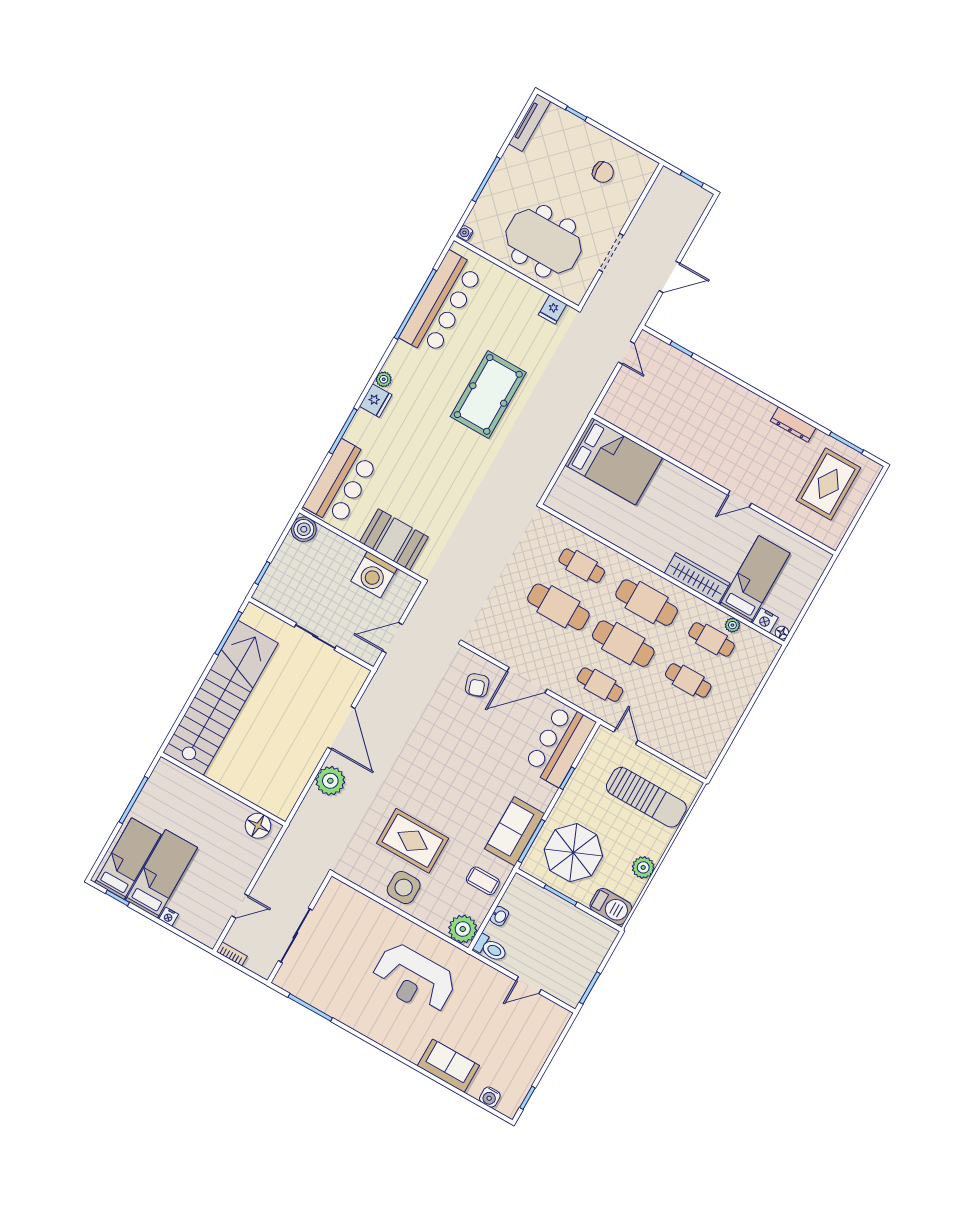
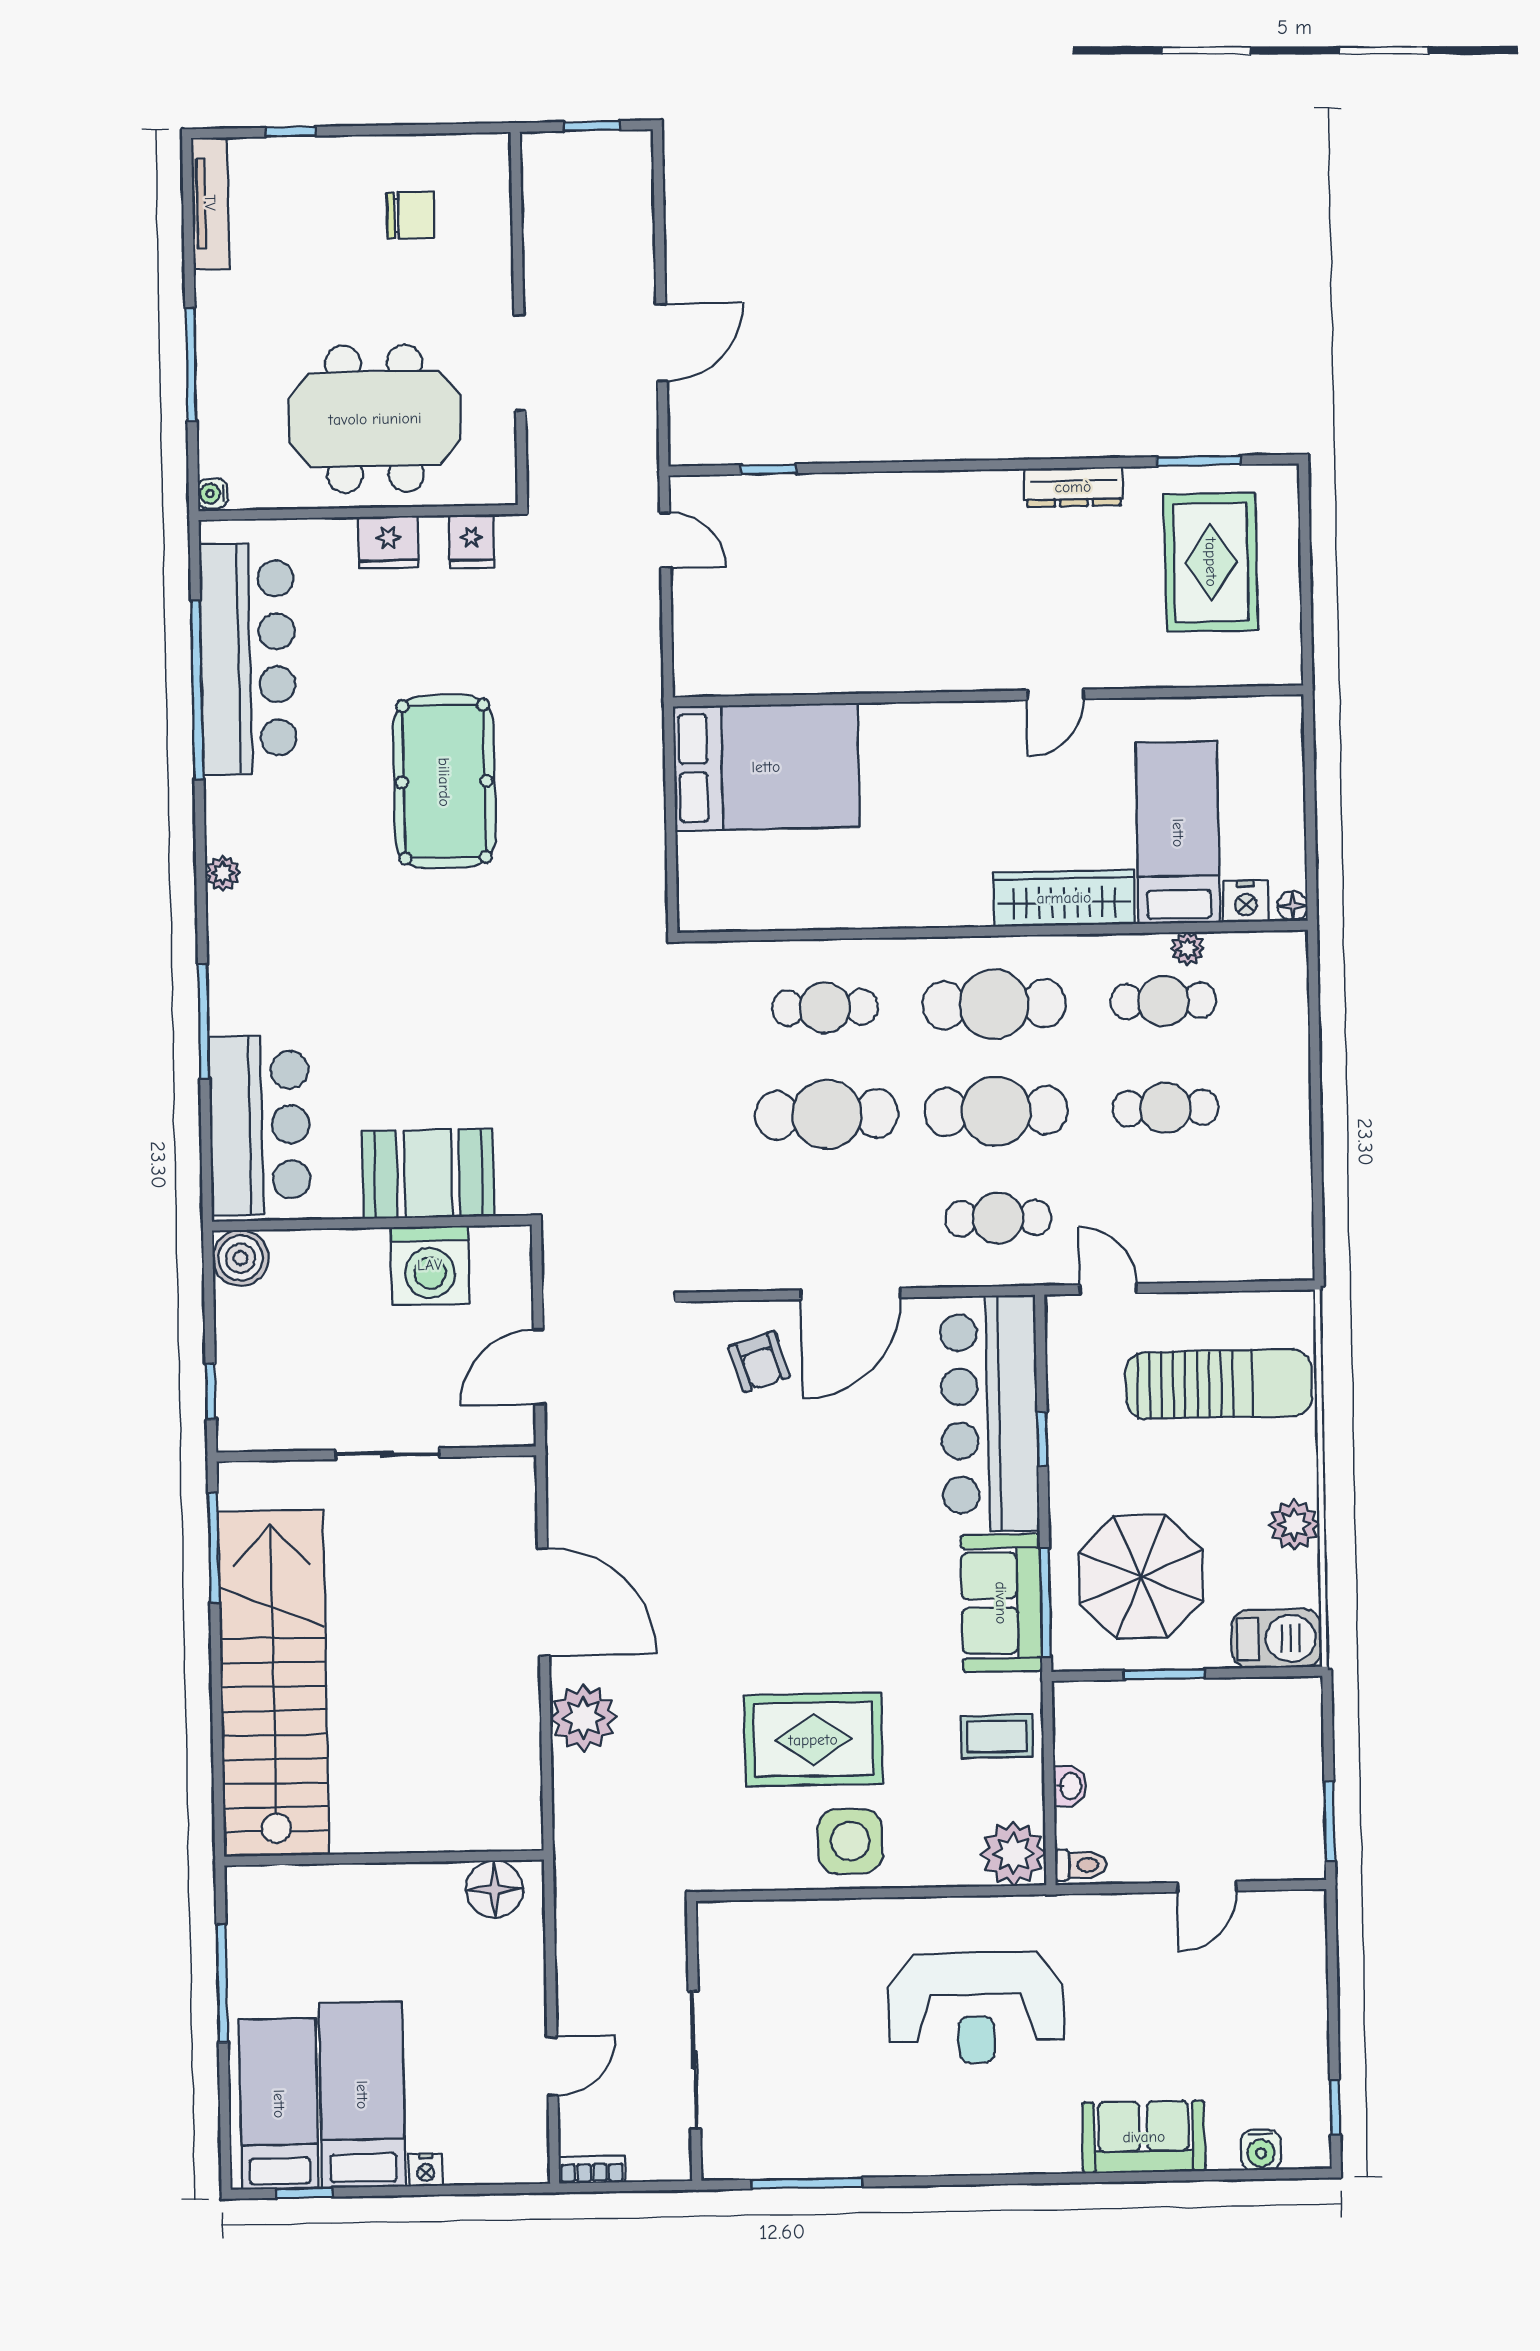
fridge: (376, 401) -> (388, 542), moved, turned 90
bar counter: (560, 745) -> (989, 1413), width x1.36
toilet: (491, 948) -> (1080, 1865), width x0.73, depth x0.72

